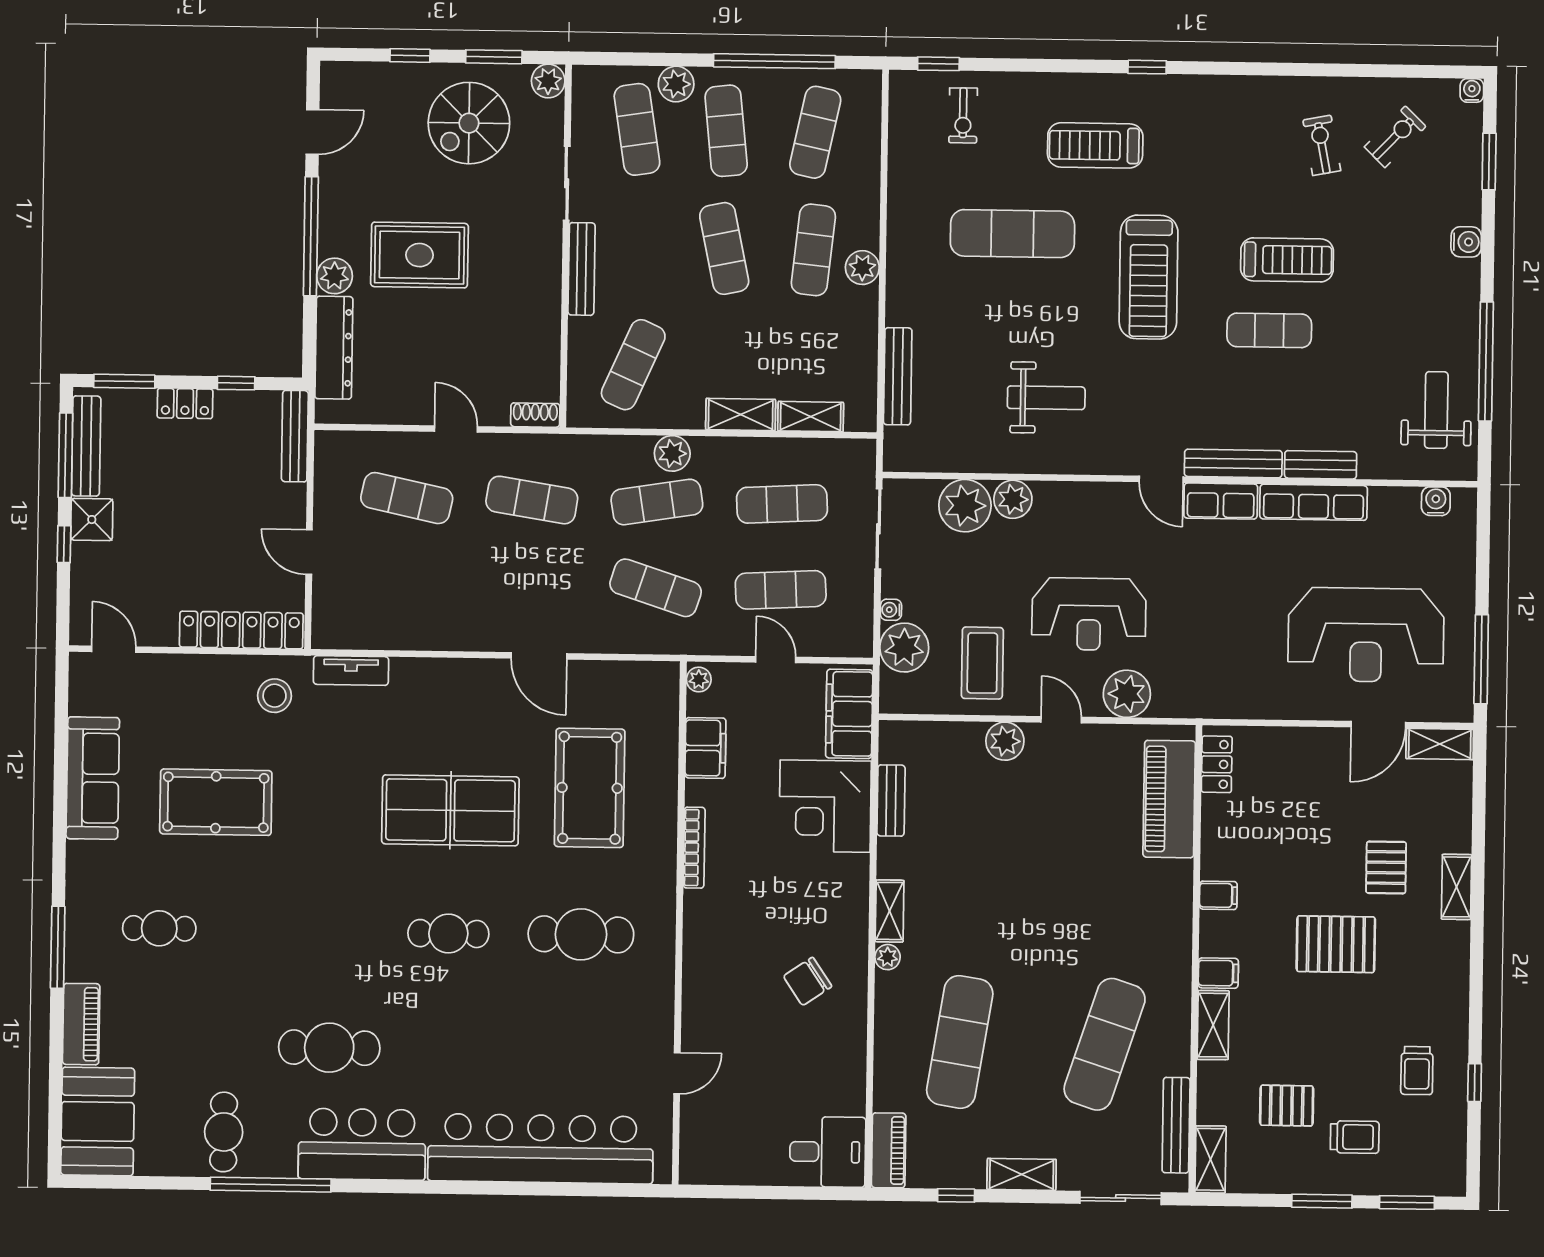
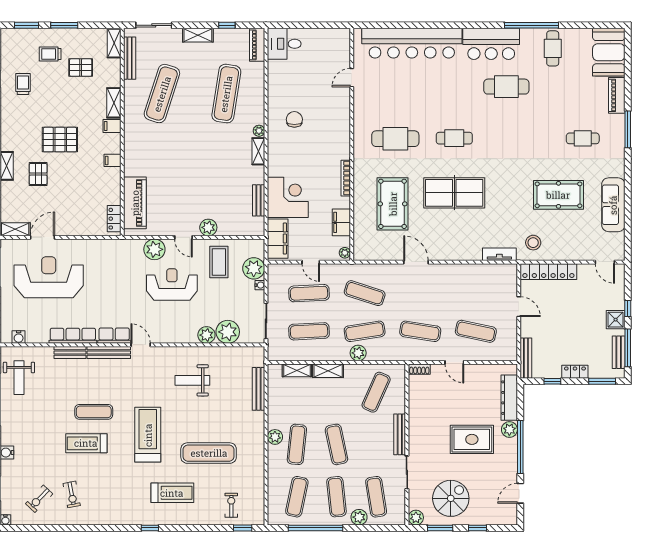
bench: (86, 446) -> (619, 352), width x0.73
chair: (808, 981) -> (294, 119), turned -56

